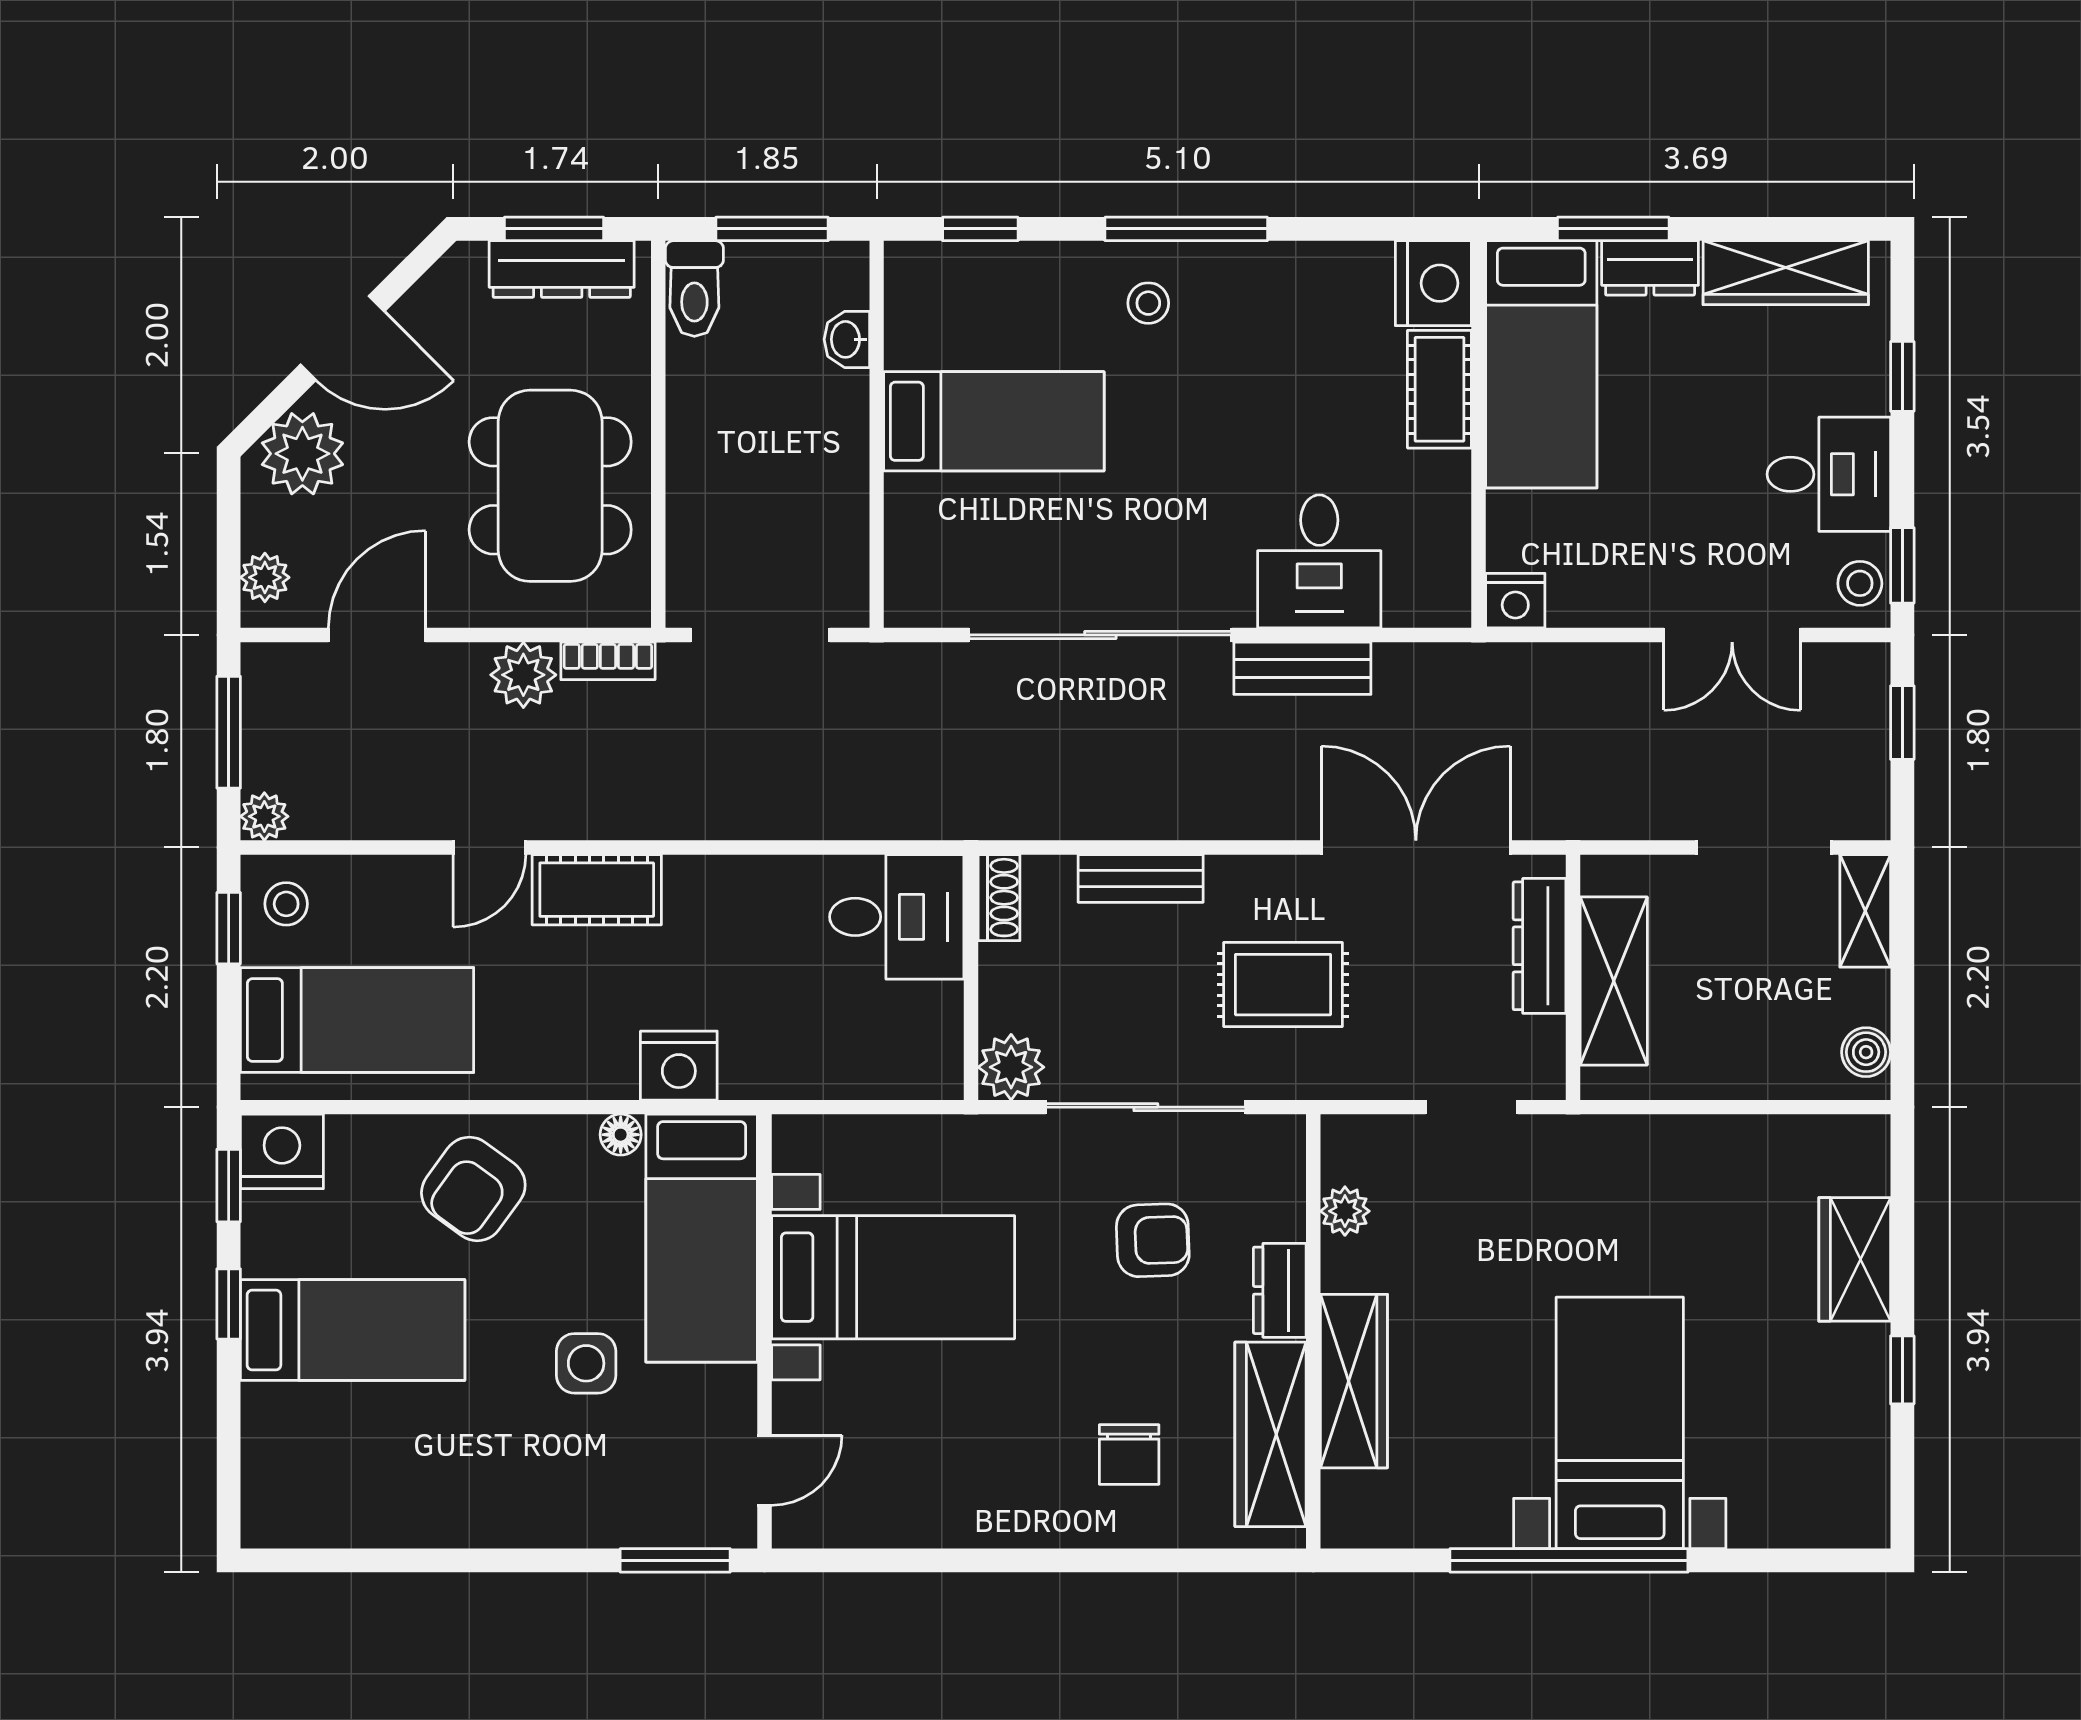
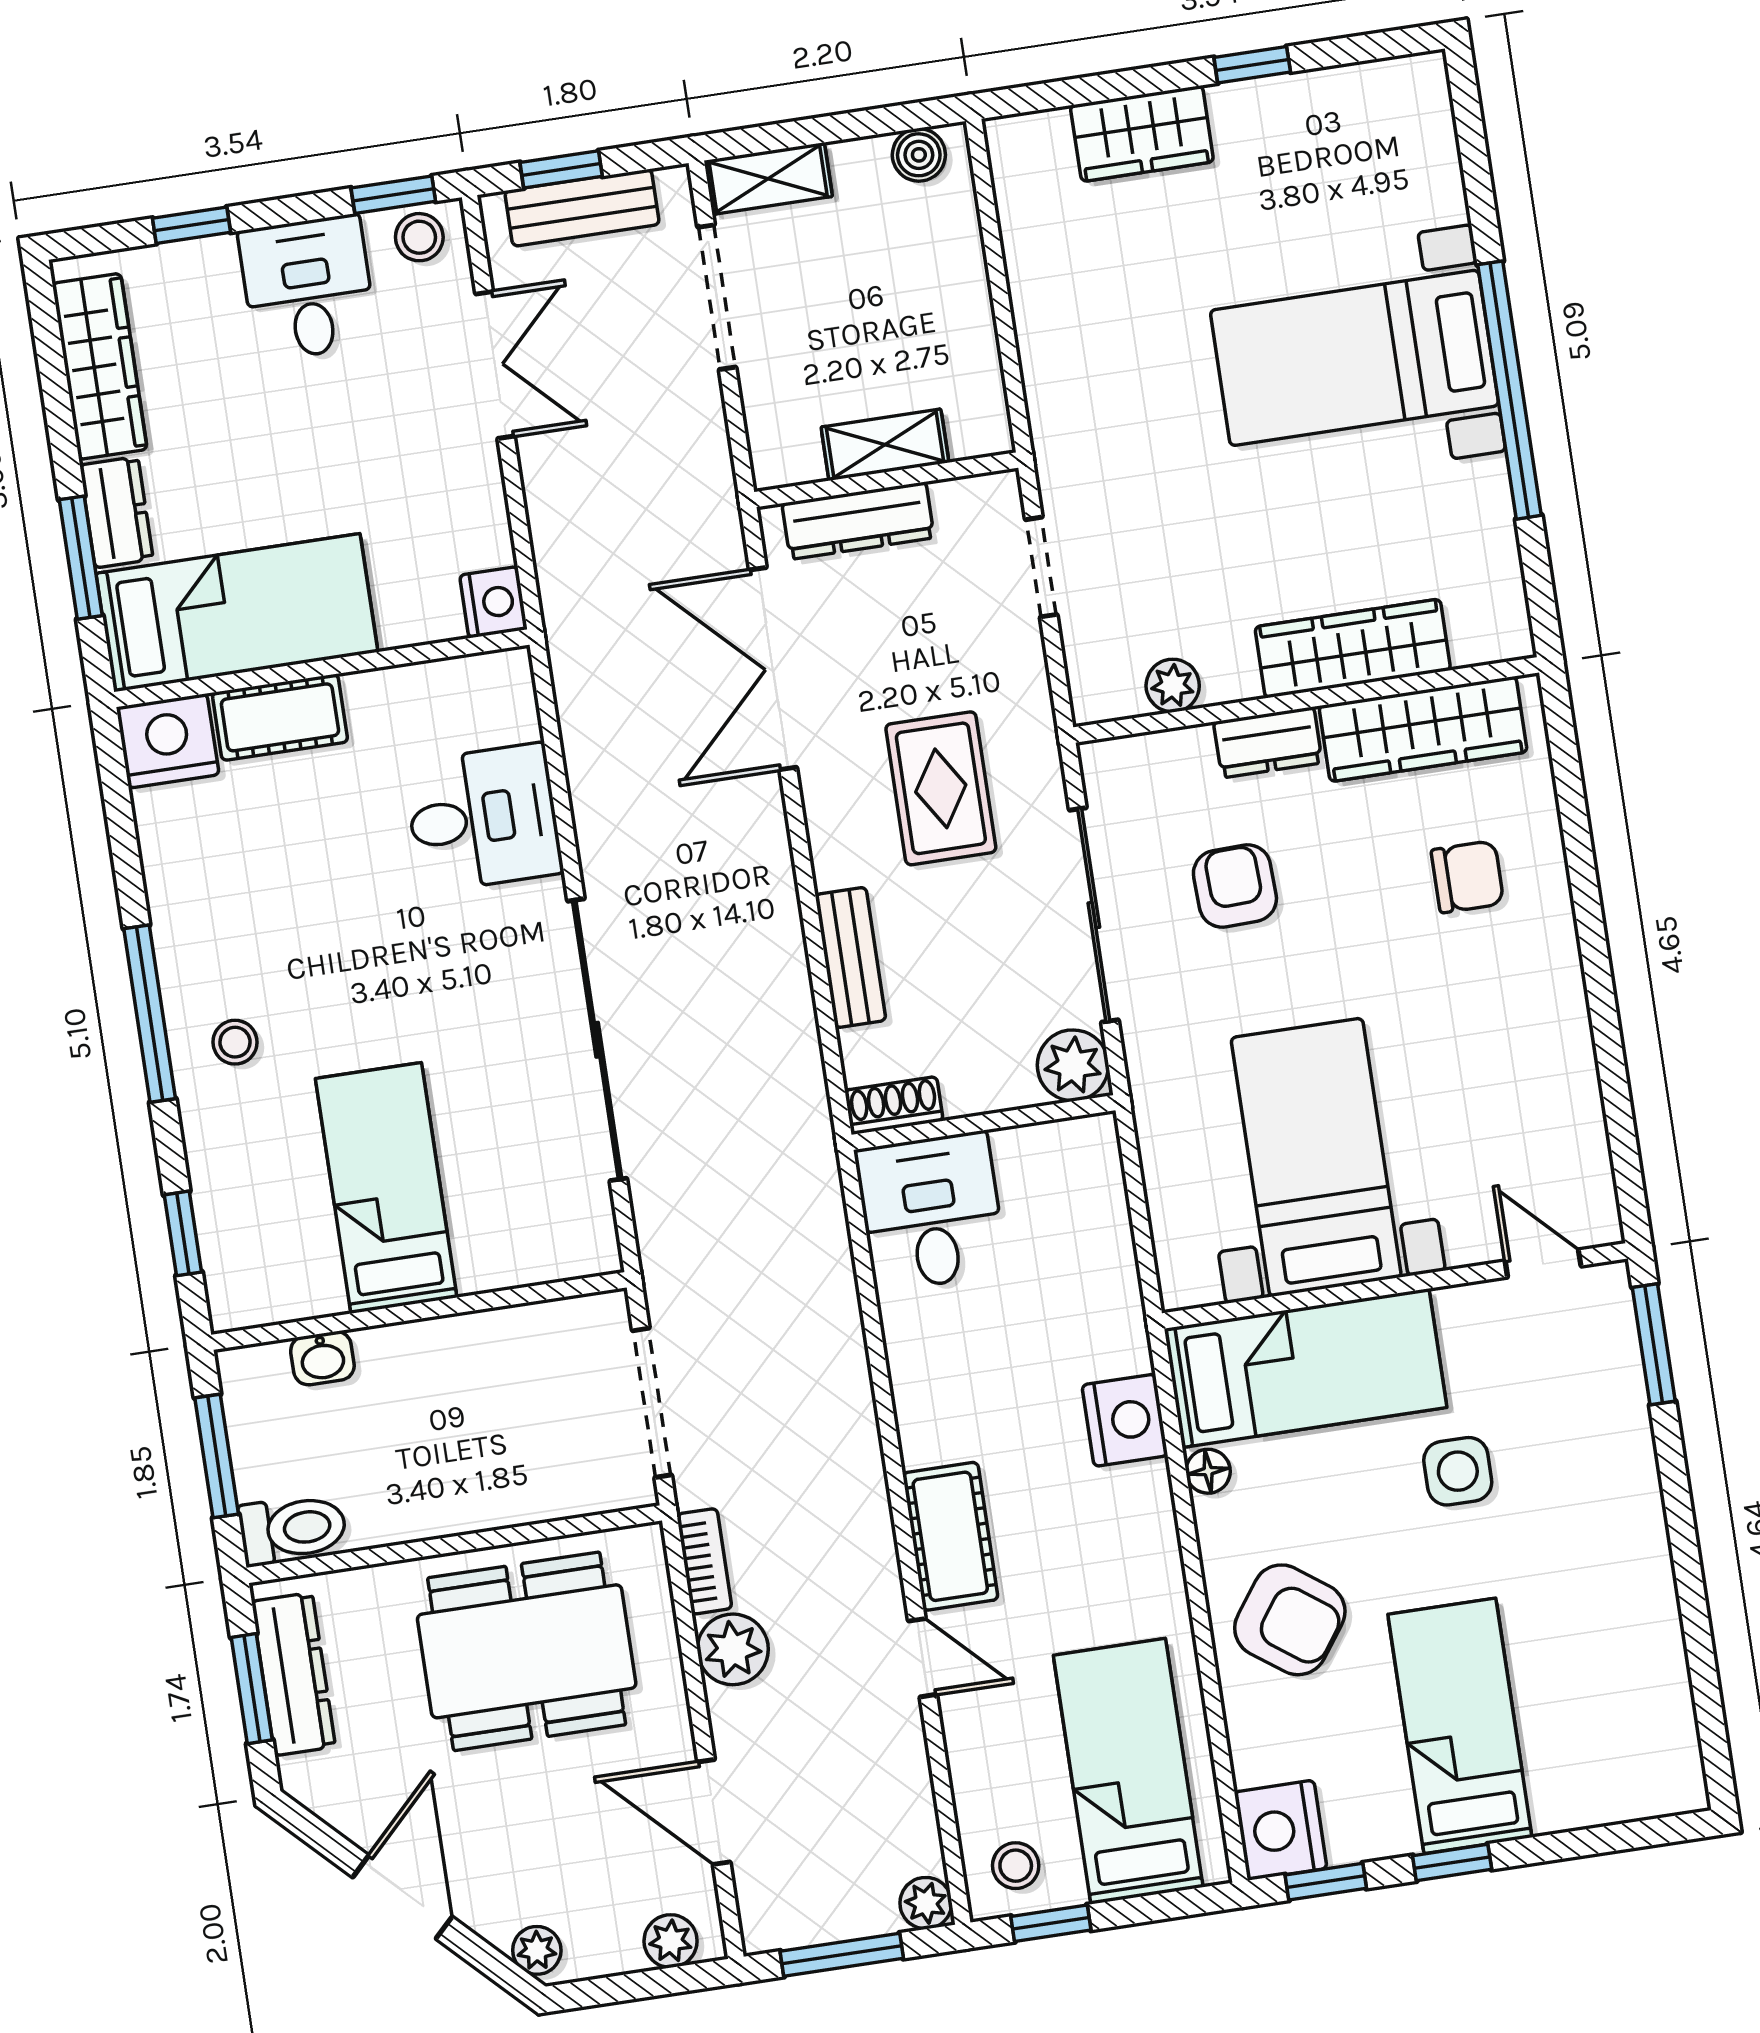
plant: (302, 454) -> (537, 1950), width x0.53, depth x0.53
bench: (1302, 668) -> (582, 208), moved, turned 90
shelving: (1614, 981) -> (885, 445), width x0.67, depth x0.75

